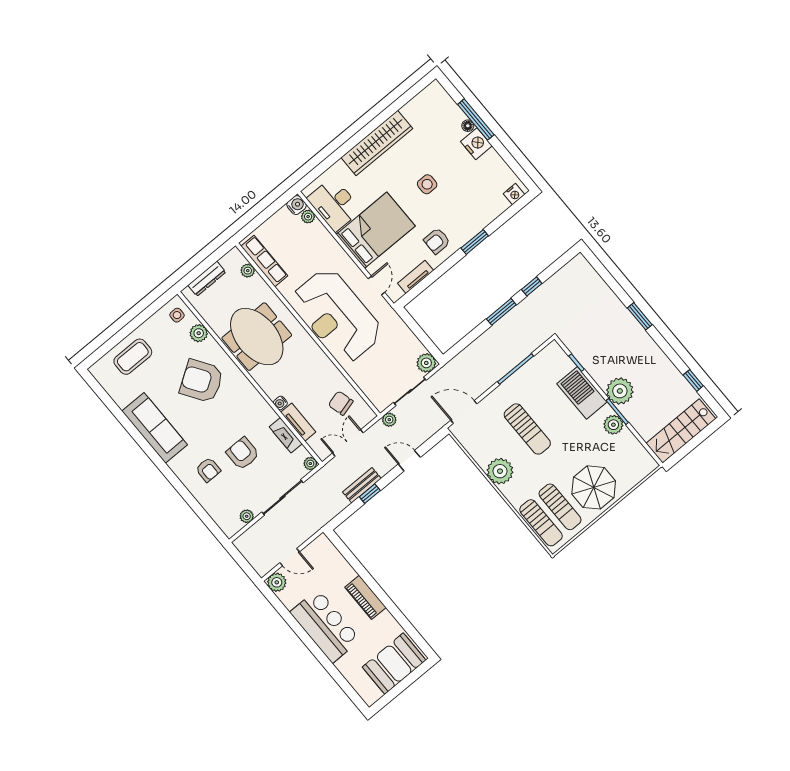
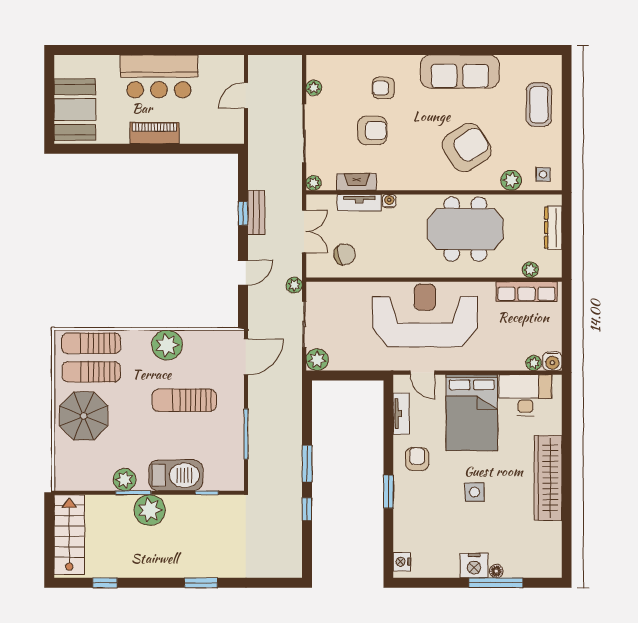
plant: (277, 582) -> (233, 66), removed

